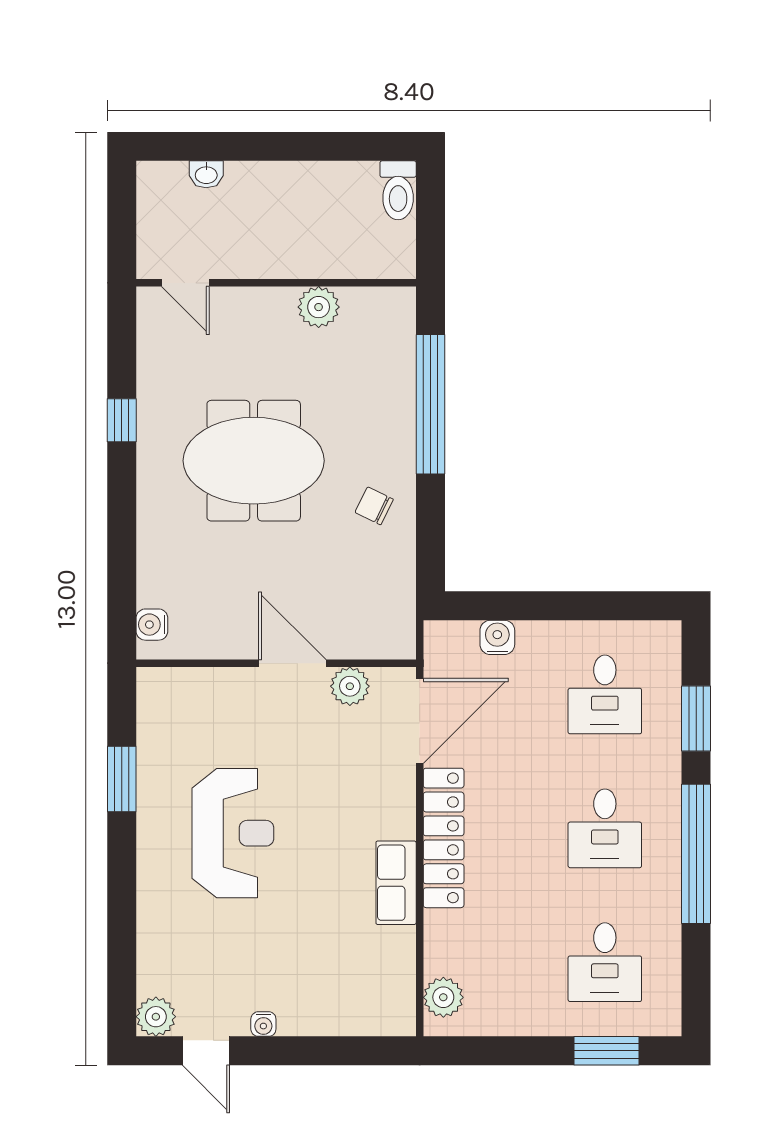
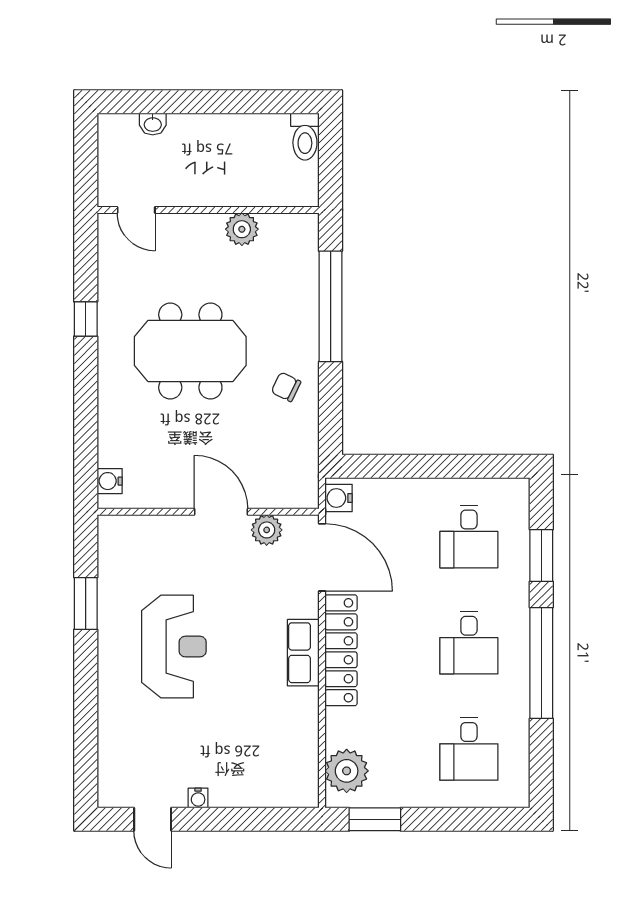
water cooler: (497, 637) -> (339, 498), moved, turned -90
door: (420, 721) -> (322, 557), hinge flipped
row of seats: (396, 883) -> (303, 653), moved
plant: (443, 997) -> (347, 771), width x1.36, depth x1.36
plant: (156, 1017) -> (113, 792), removed
window: (606, 1051) -> (375, 819), moved

